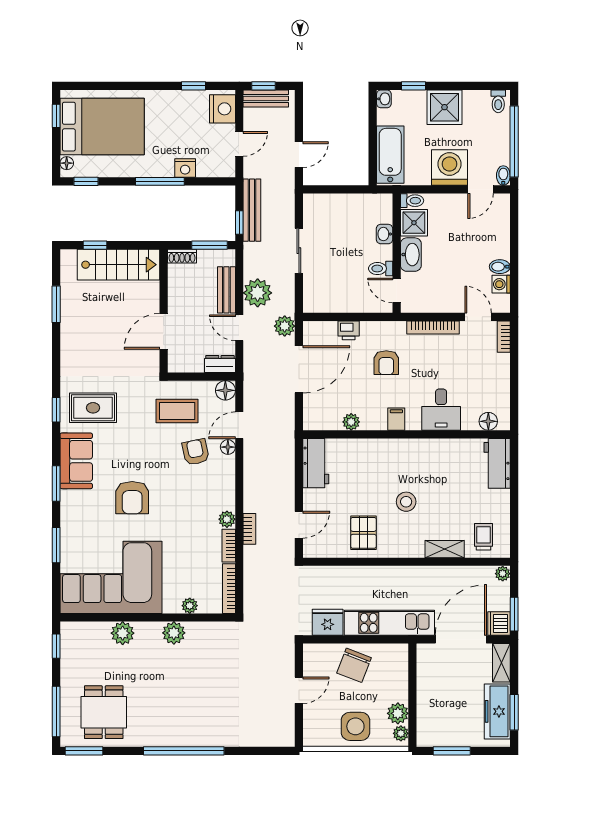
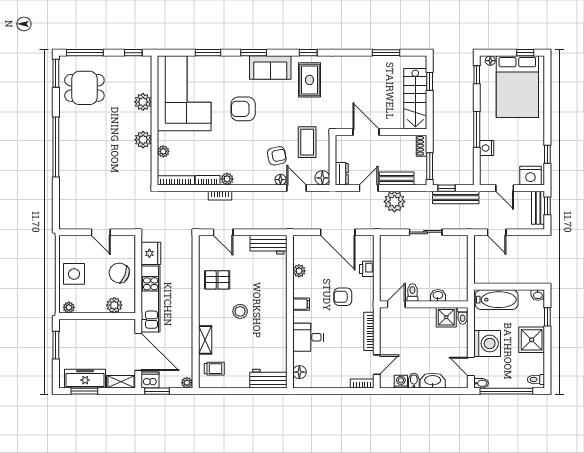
washbasin: (411, 255) -> (433, 381), moved, turned 180
plant: (285, 326) -> (370, 222), removed
plant: (398, 713) -> (114, 305), moved

